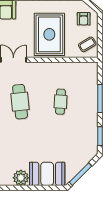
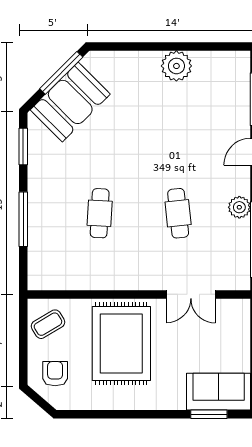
cafe table: (20, 102) -> (178, 213), width x0.73, depth x0.74
booth: (47, 174) -> (70, 102), moved, turned -45

